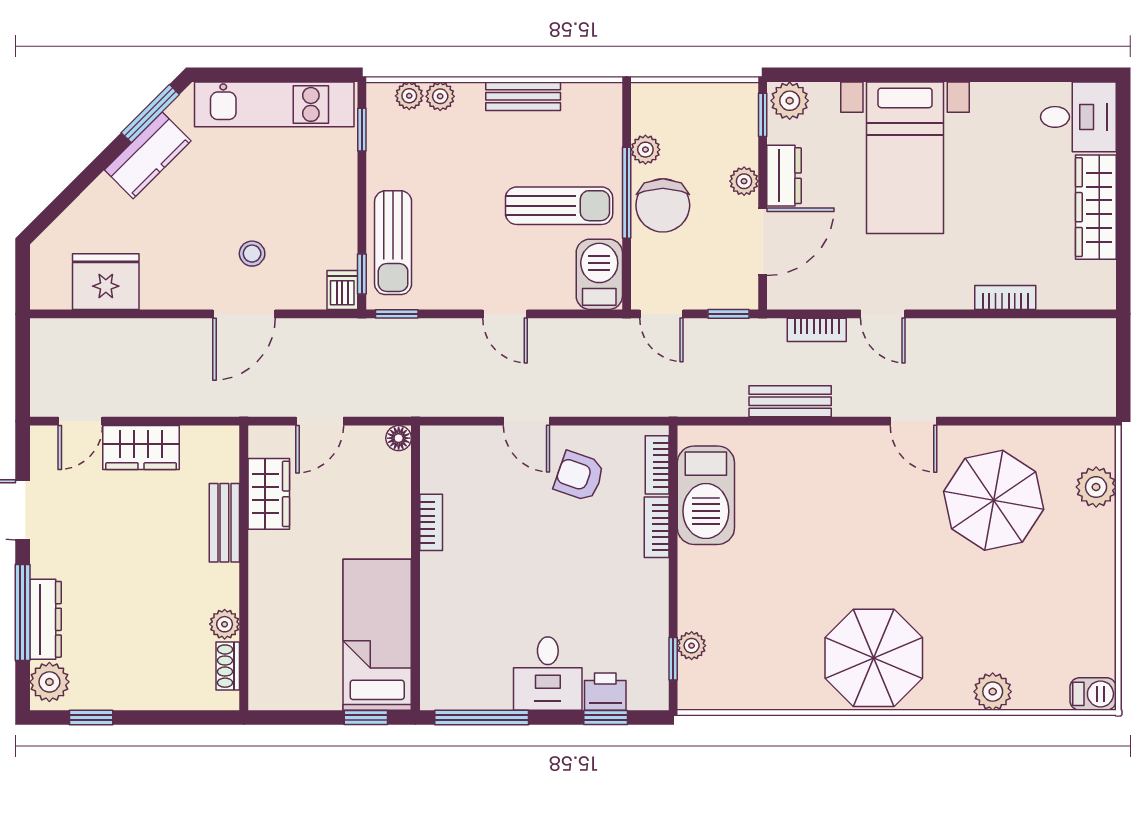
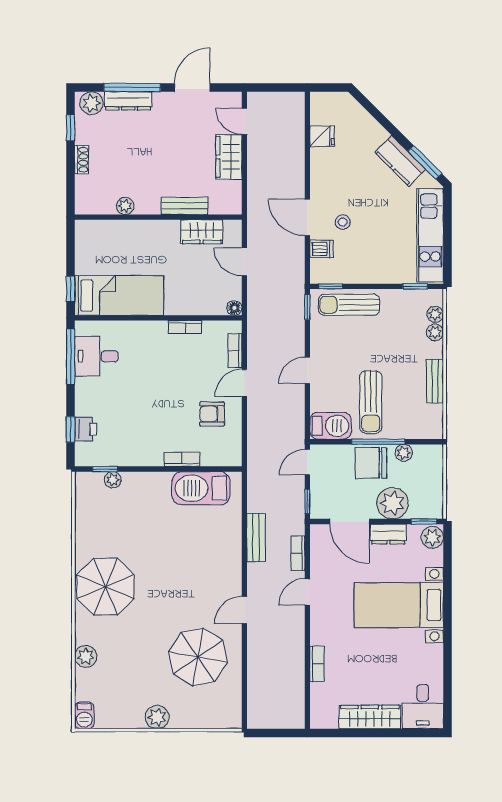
plant: (744, 181) -> (392, 503), width x1.88, depth x1.88
fridge: (106, 282) -> (322, 136), width x0.53, depth x0.75
dishwasher: (342, 290) -> (321, 249), moved
bookcase: (657, 465) -> (235, 351), moved, turned -90
armchair: (579, 476) -> (212, 414), turned -109
plant: (1096, 487) -> (157, 717), moved
shoe rack: (228, 666) -> (82, 160), moved, turned 90
desk: (548, 674) -> (96, 356), moved

